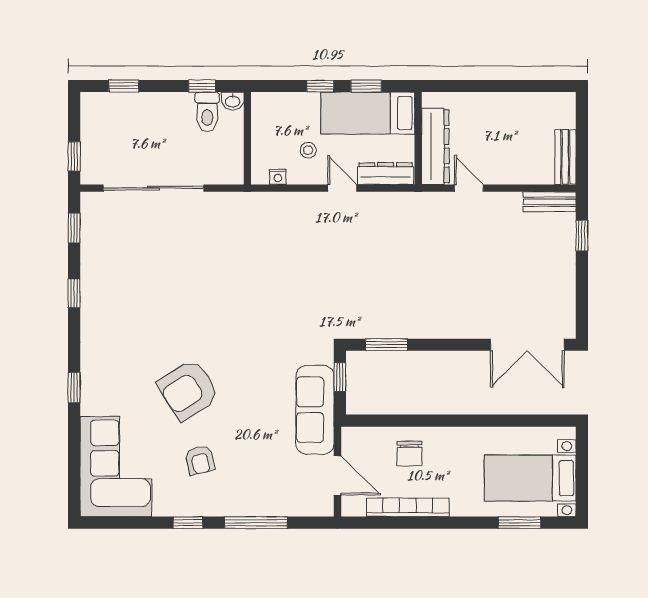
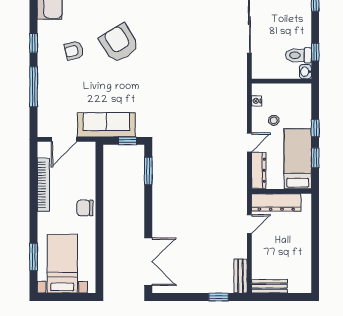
double door: (527, 345) -> (148, 262), swing flipped
chair: (409, 453) -> (85, 208), moved

